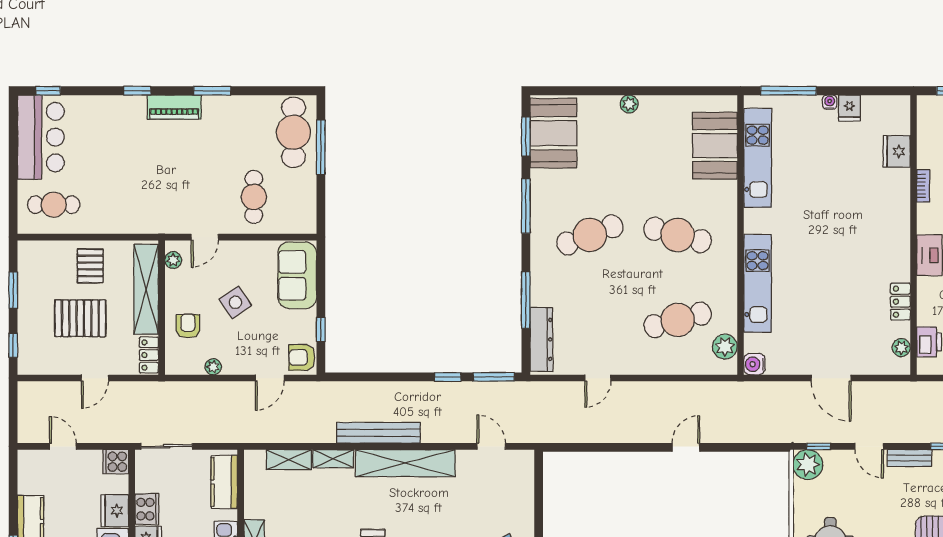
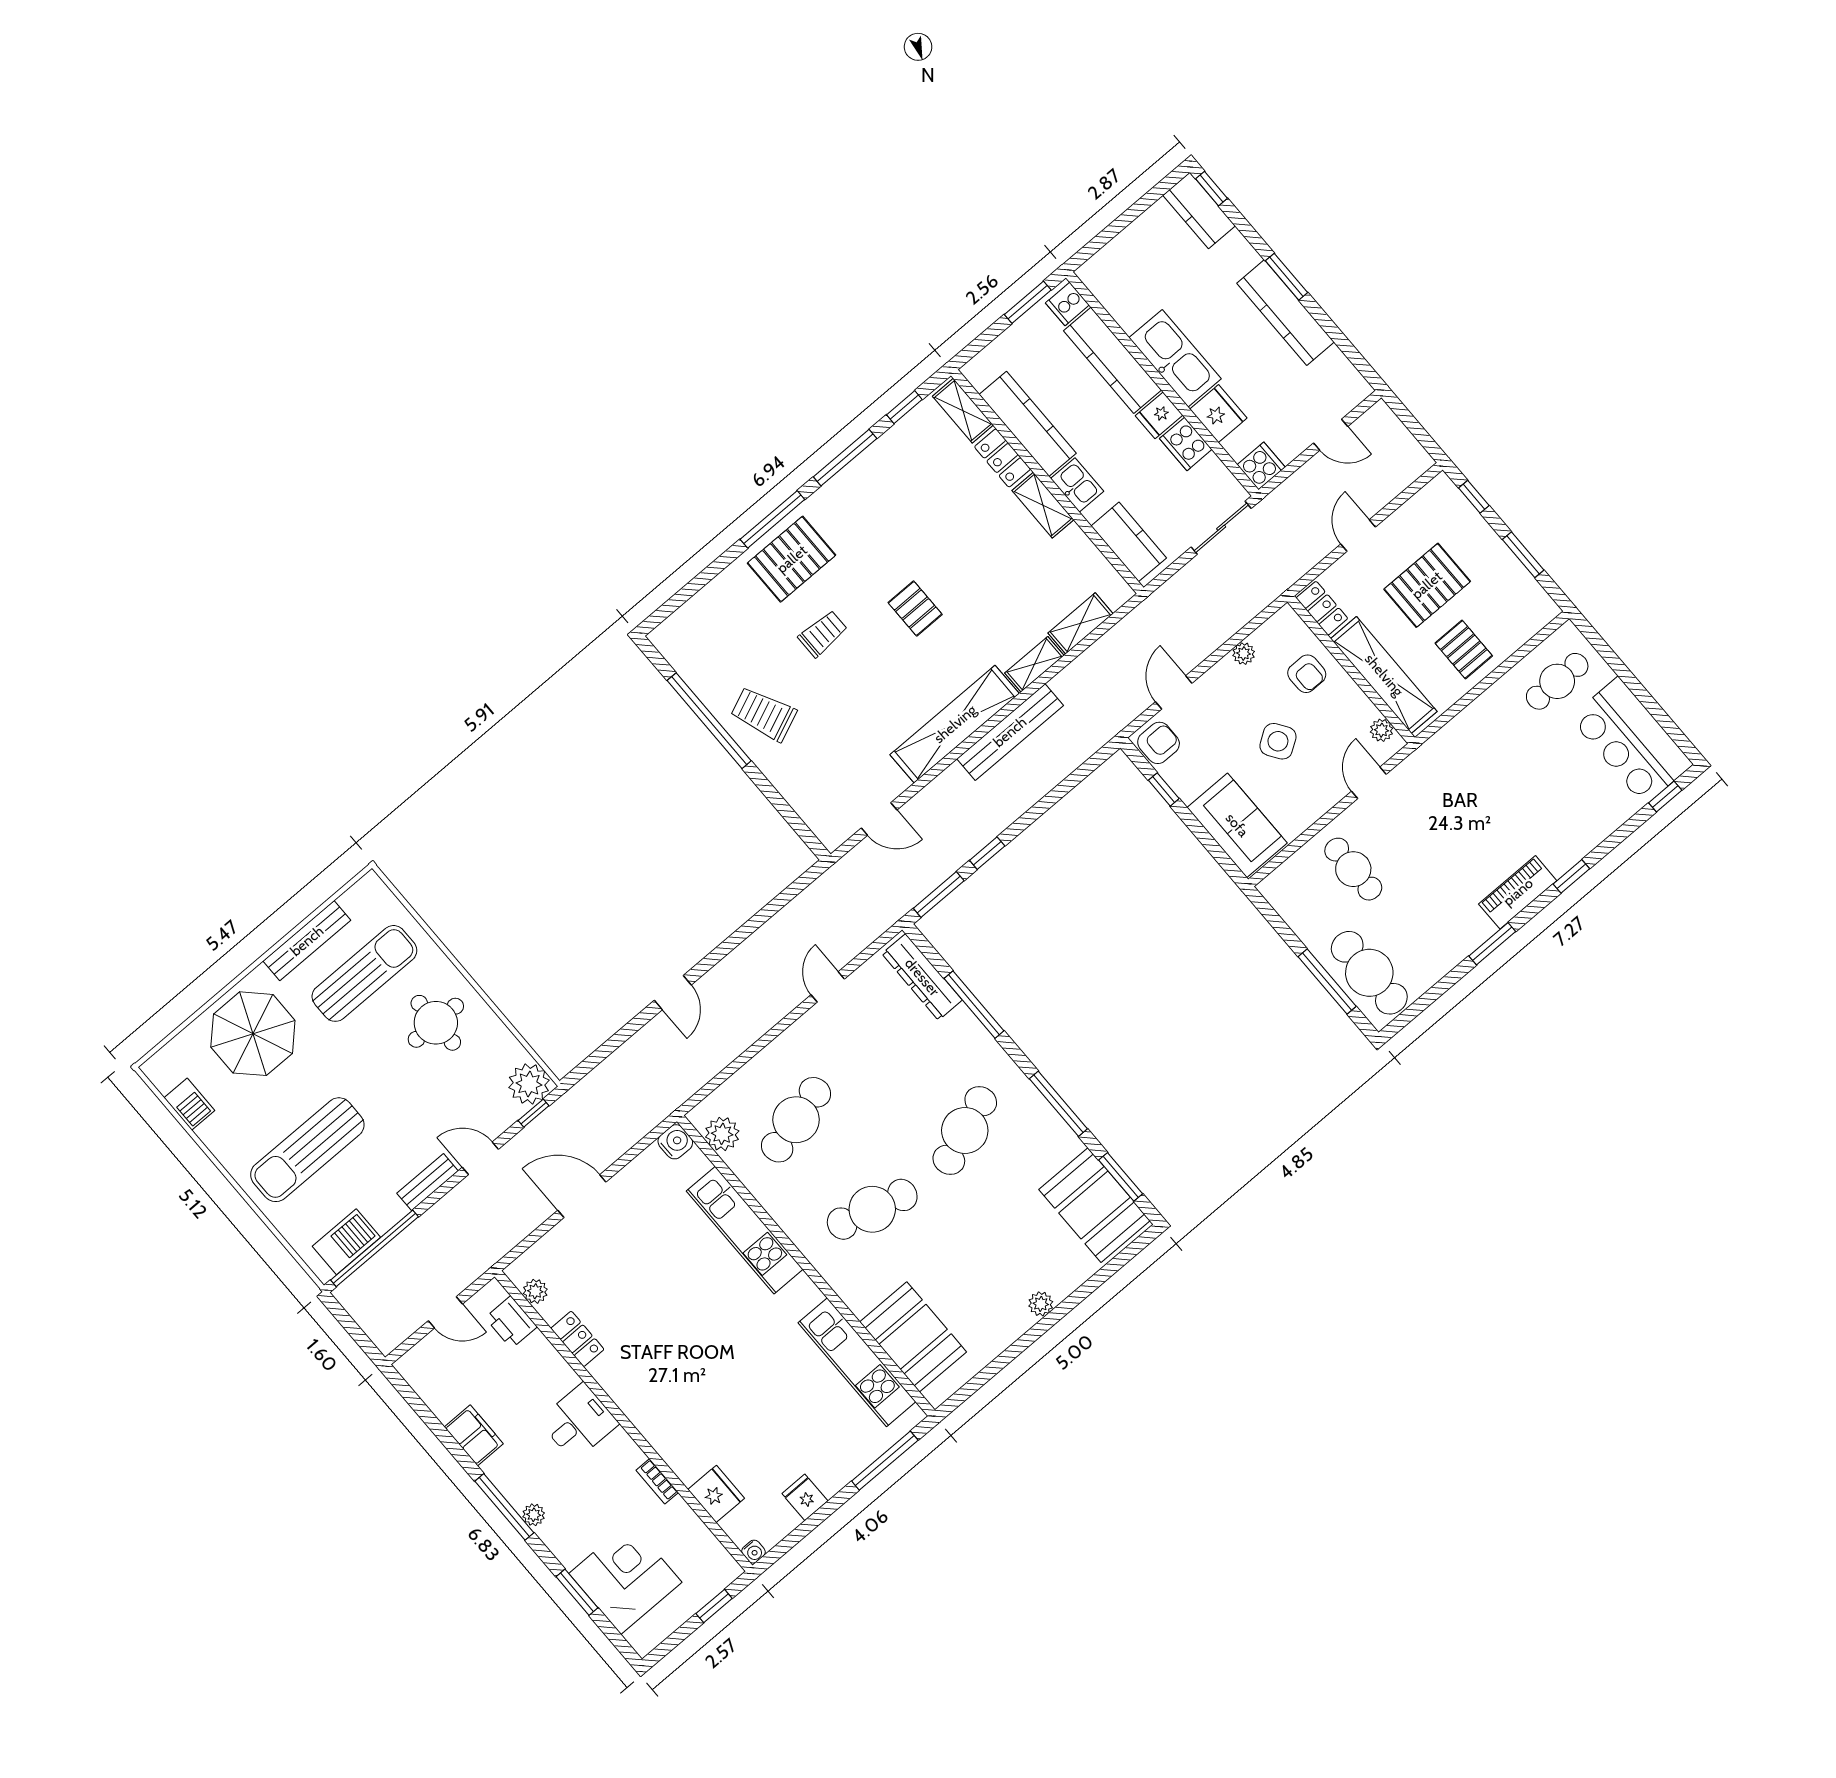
water cooler: (830, 102) -> (754, 1552), moved

